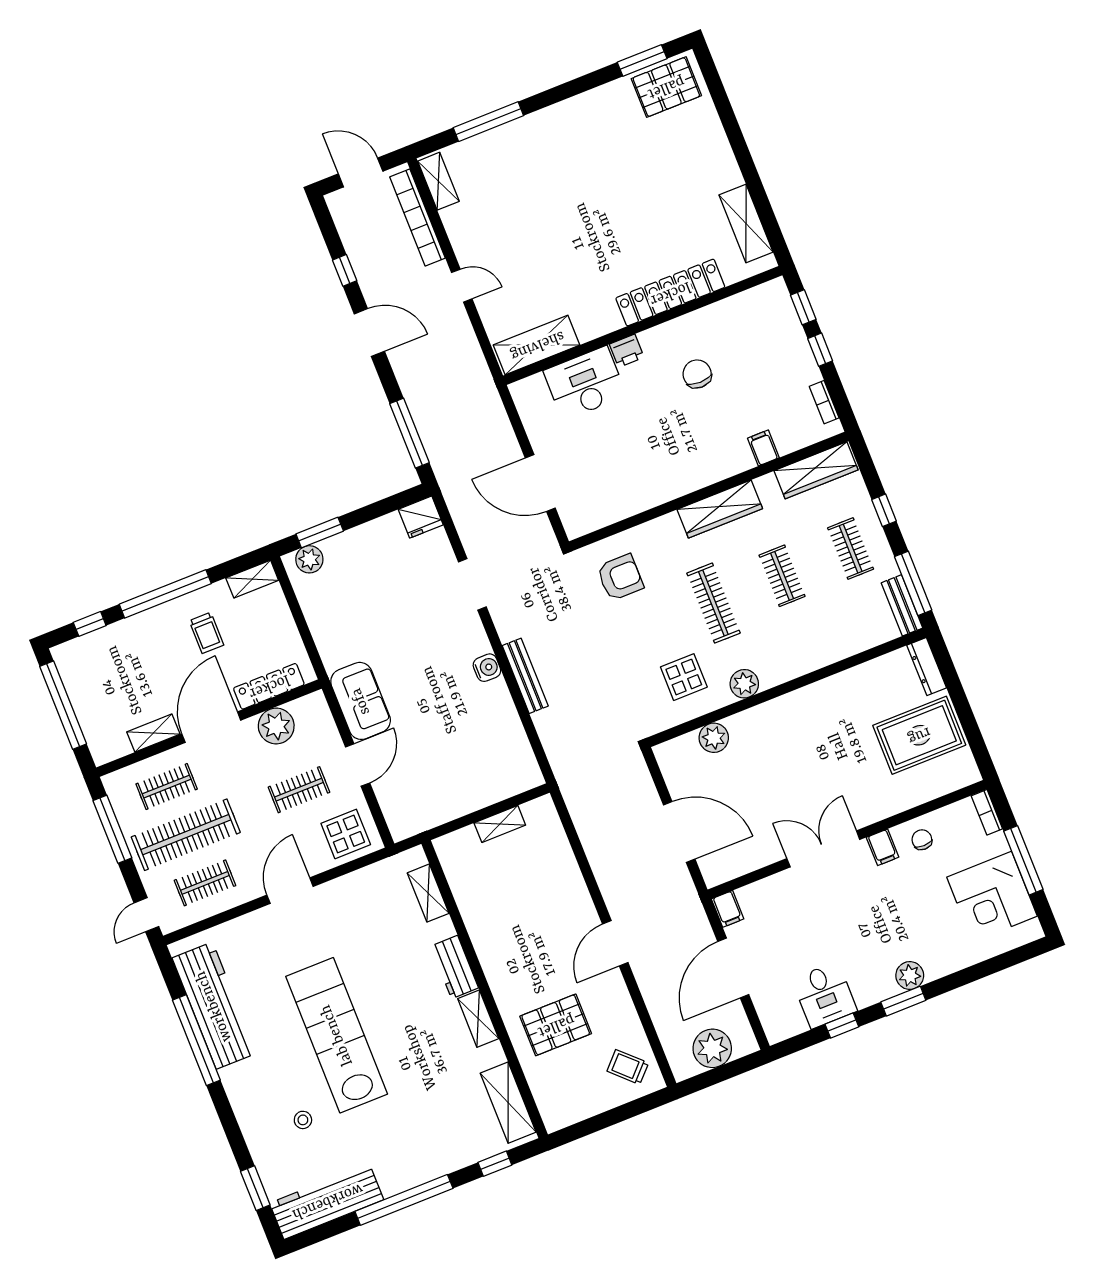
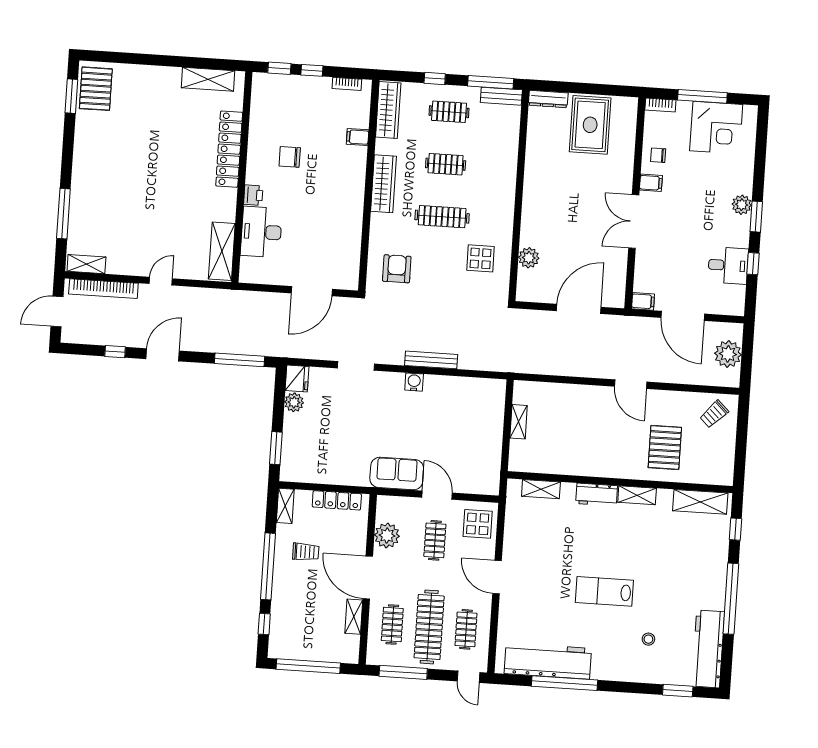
plant: (309, 559) -> (294, 402), moved
plant: (744, 684) -> (503, 222), removed
locker: (269, 686) -> (337, 500), moved, turned -90
lab bench: (337, 1035) -> (604, 591), width x0.54, depth x0.72

